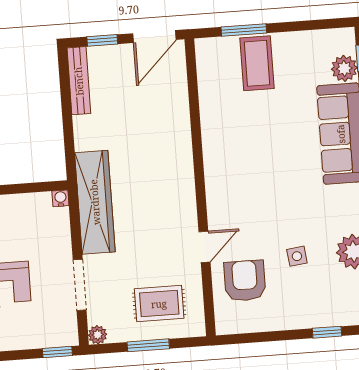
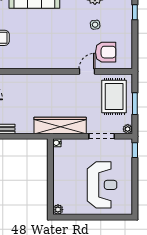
door: (204, 247) -> (87, 71), hinge flipped
armchair: (245, 281) -> (106, 52), turned 180
rug: (159, 304) -> (114, 96), width x1.36, depth x1.43

